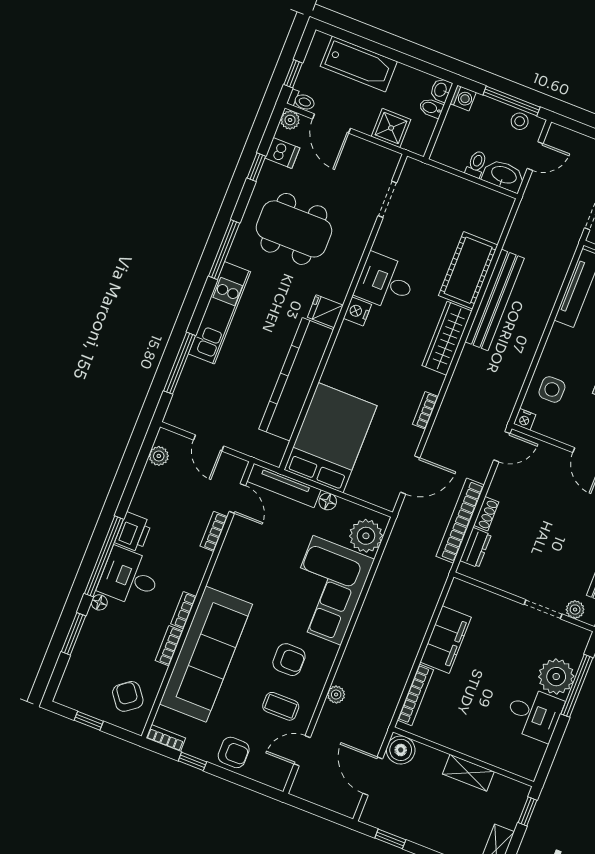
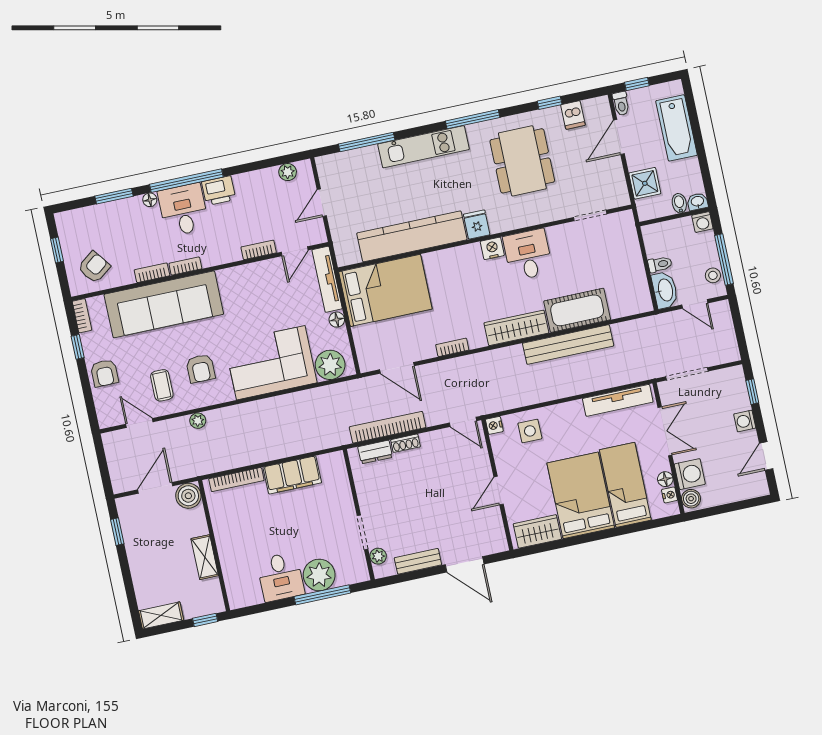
plant: (290, 120) -> (601, 105), removed

